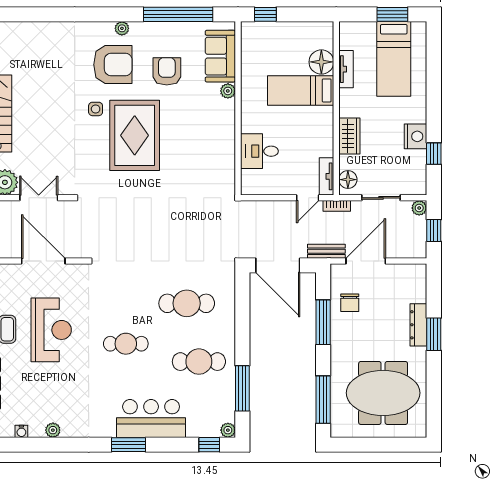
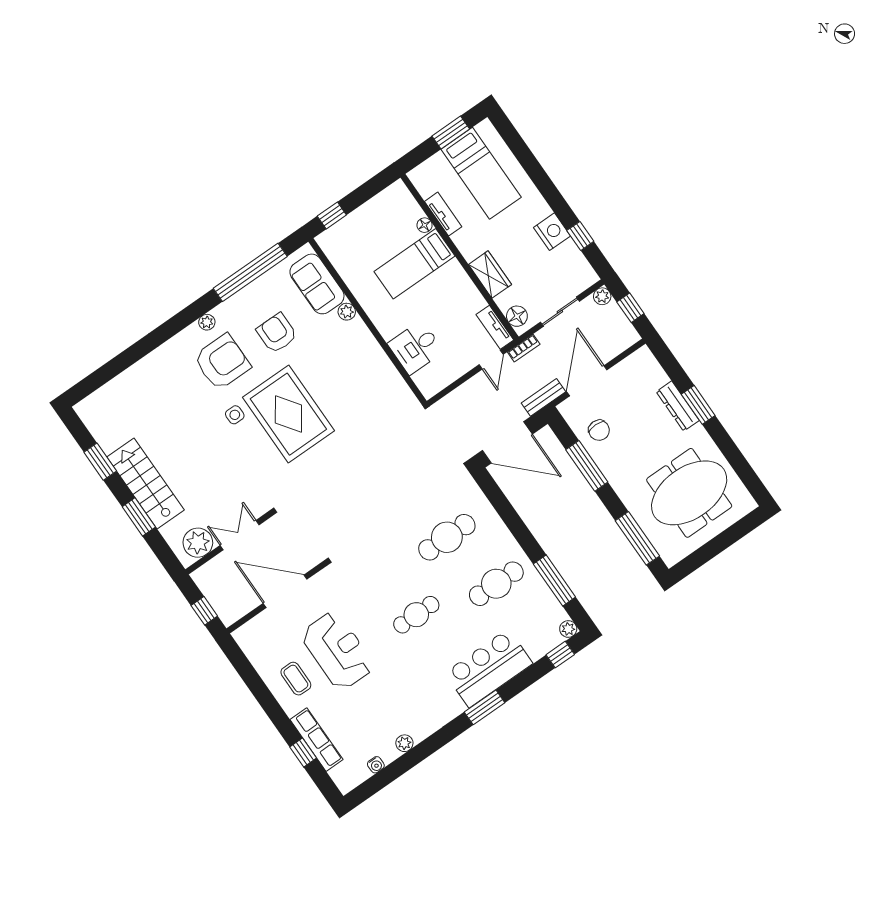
floor lamp: (321, 62) -> (425, 225), width x0.53, depth x0.53

